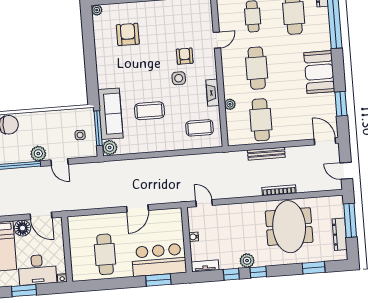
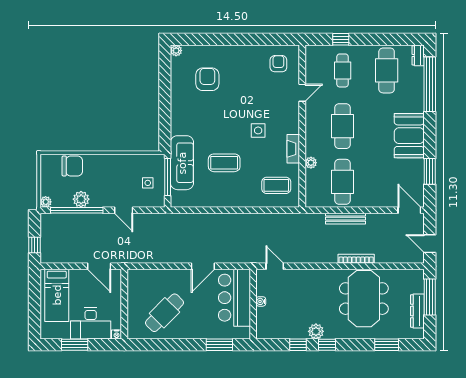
armchair: (185, 56) -> (278, 64), moved
plant: (110, 148) -> (178, 199), removed
plant: (38, 154) -> (81, 199), moved
floor lamp: (23, 228) -> (78, 278), removed
cafe table: (105, 254) -> (164, 313), turned 45
bar counter: (159, 260) -> (234, 298), moved, turned -90
tv unit: (205, 266) -> (271, 334), removed

